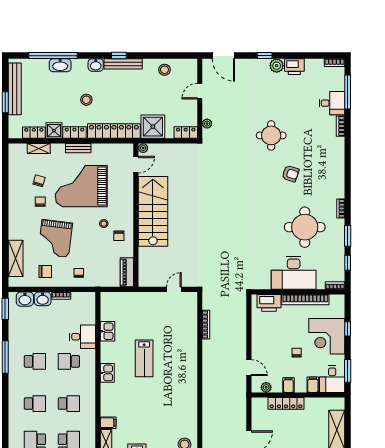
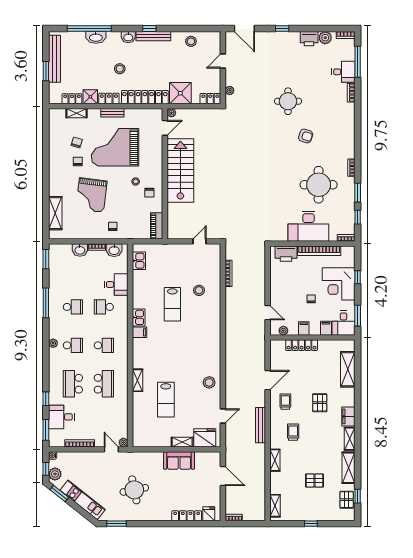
plant: (277, 66) -> (325, 38), moved
chair: (45, 272) -> (82, 225), removed
washbasin: (25, 299) -> (114, 250), moved
kitchen sink: (107, 331) -> (139, 261), moved
stool: (173, 343) -> (199, 290), added
plant: (13, 401) -> (53, 343), added
filing cabinet: (108, 423) -> (140, 332), moved

